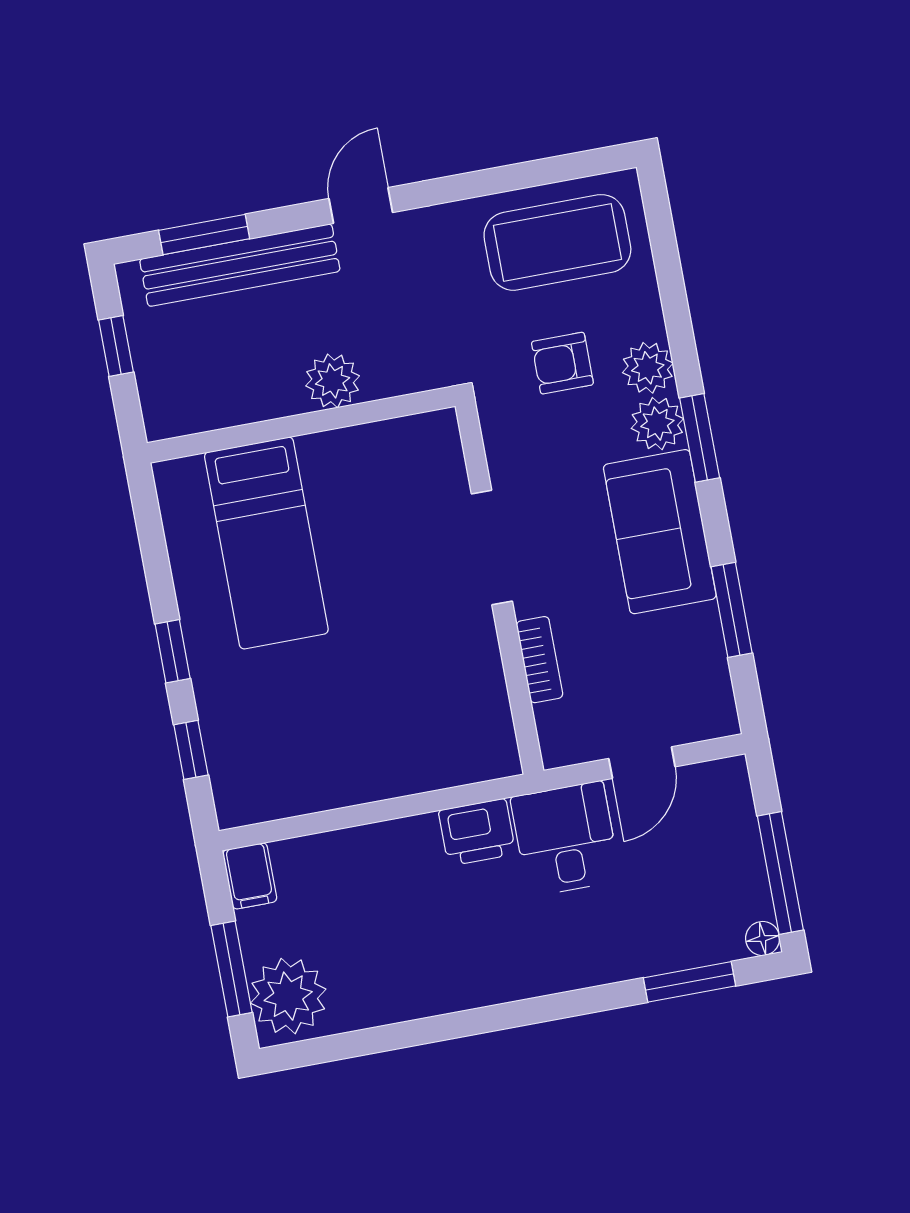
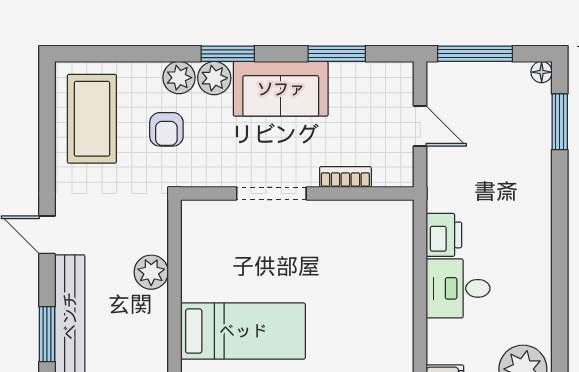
desk: (565, 839) -> (458, 288), moved
window: (780, 873) -> (475, 54), moved

